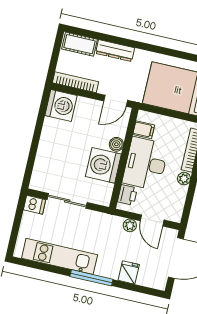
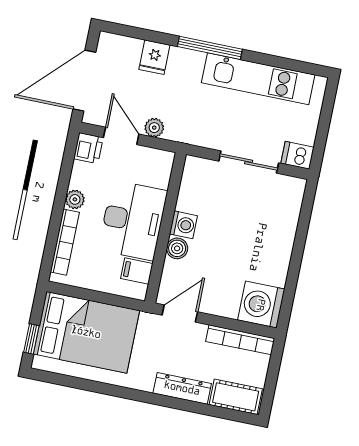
washing machine: (103, 165) -> (183, 225), width x0.53, depth x0.53
printer: (127, 195) -> (88, 148), moved, turned 180

